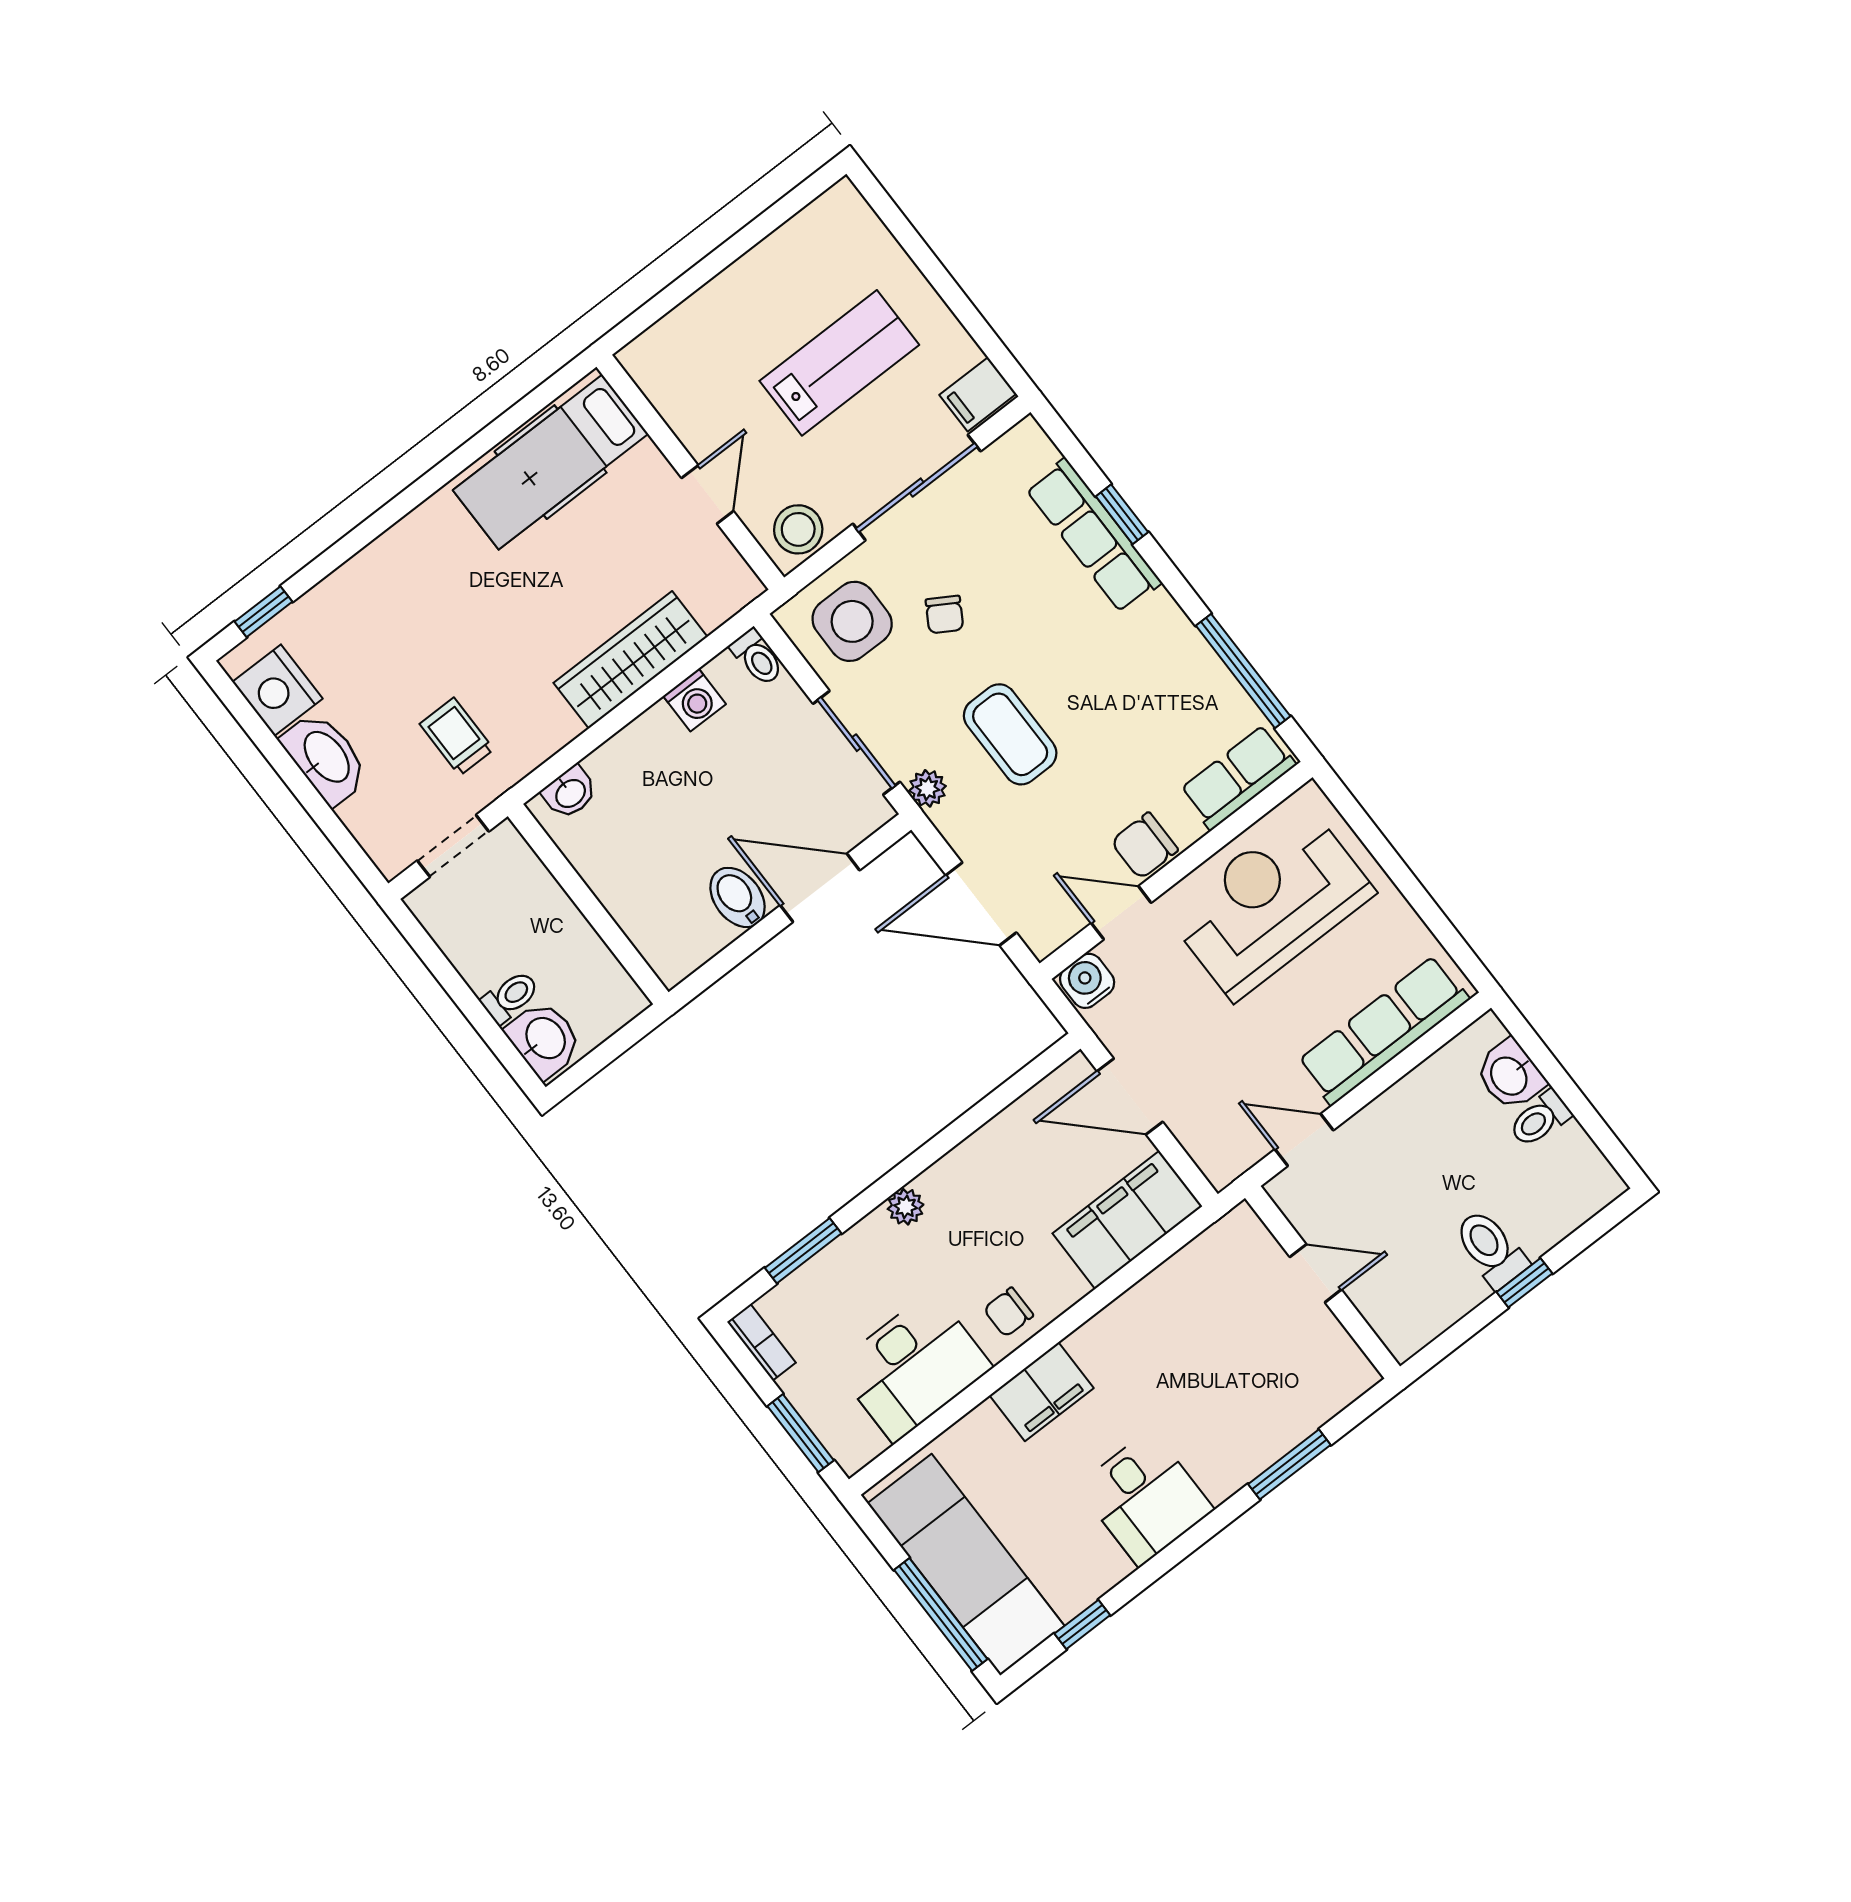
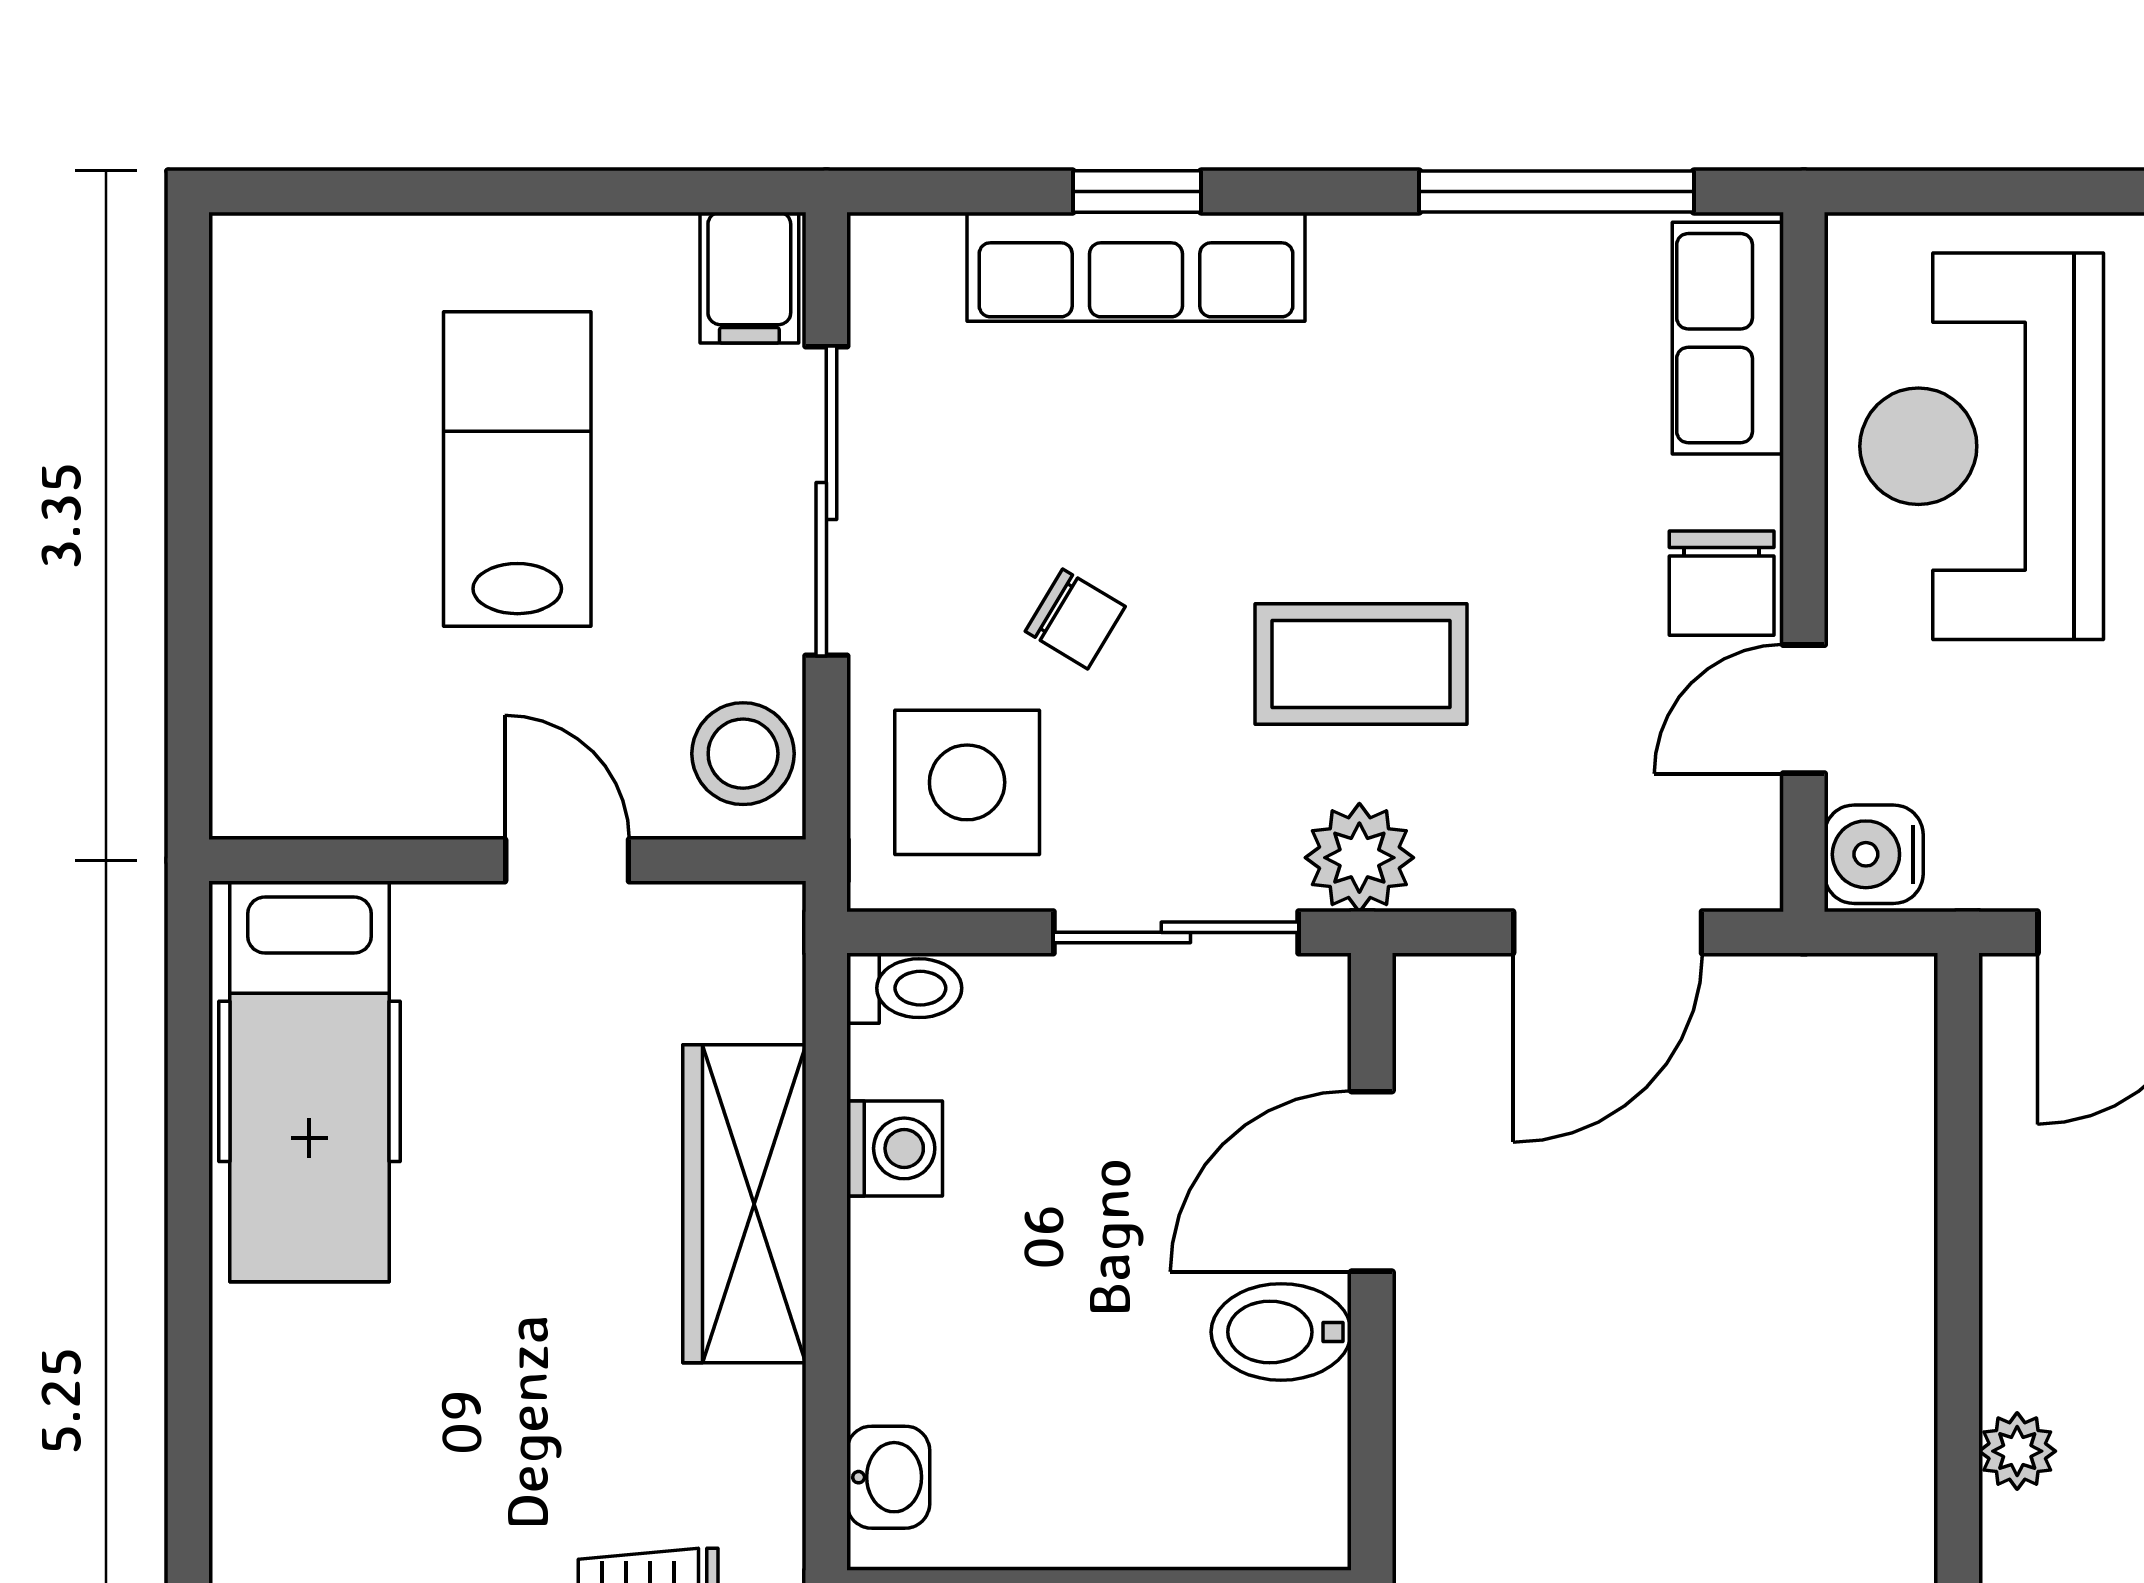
plant: (928, 788) -> (1359, 858), width x1.38, depth x1.38

